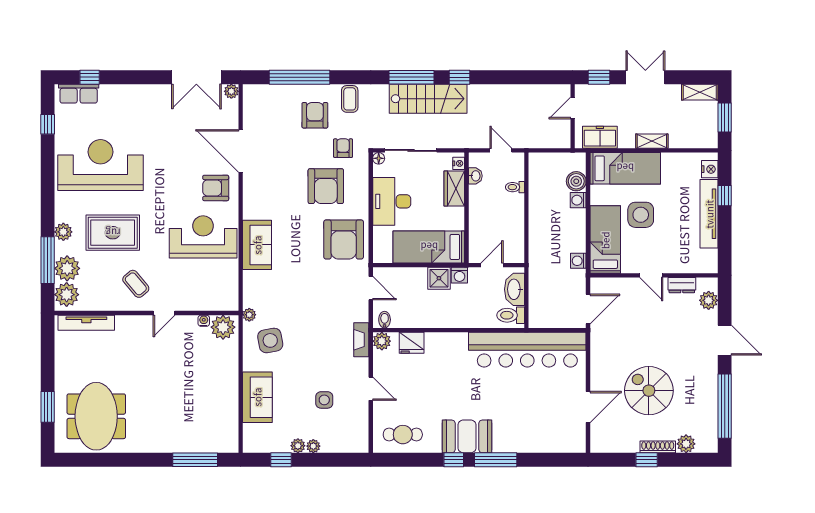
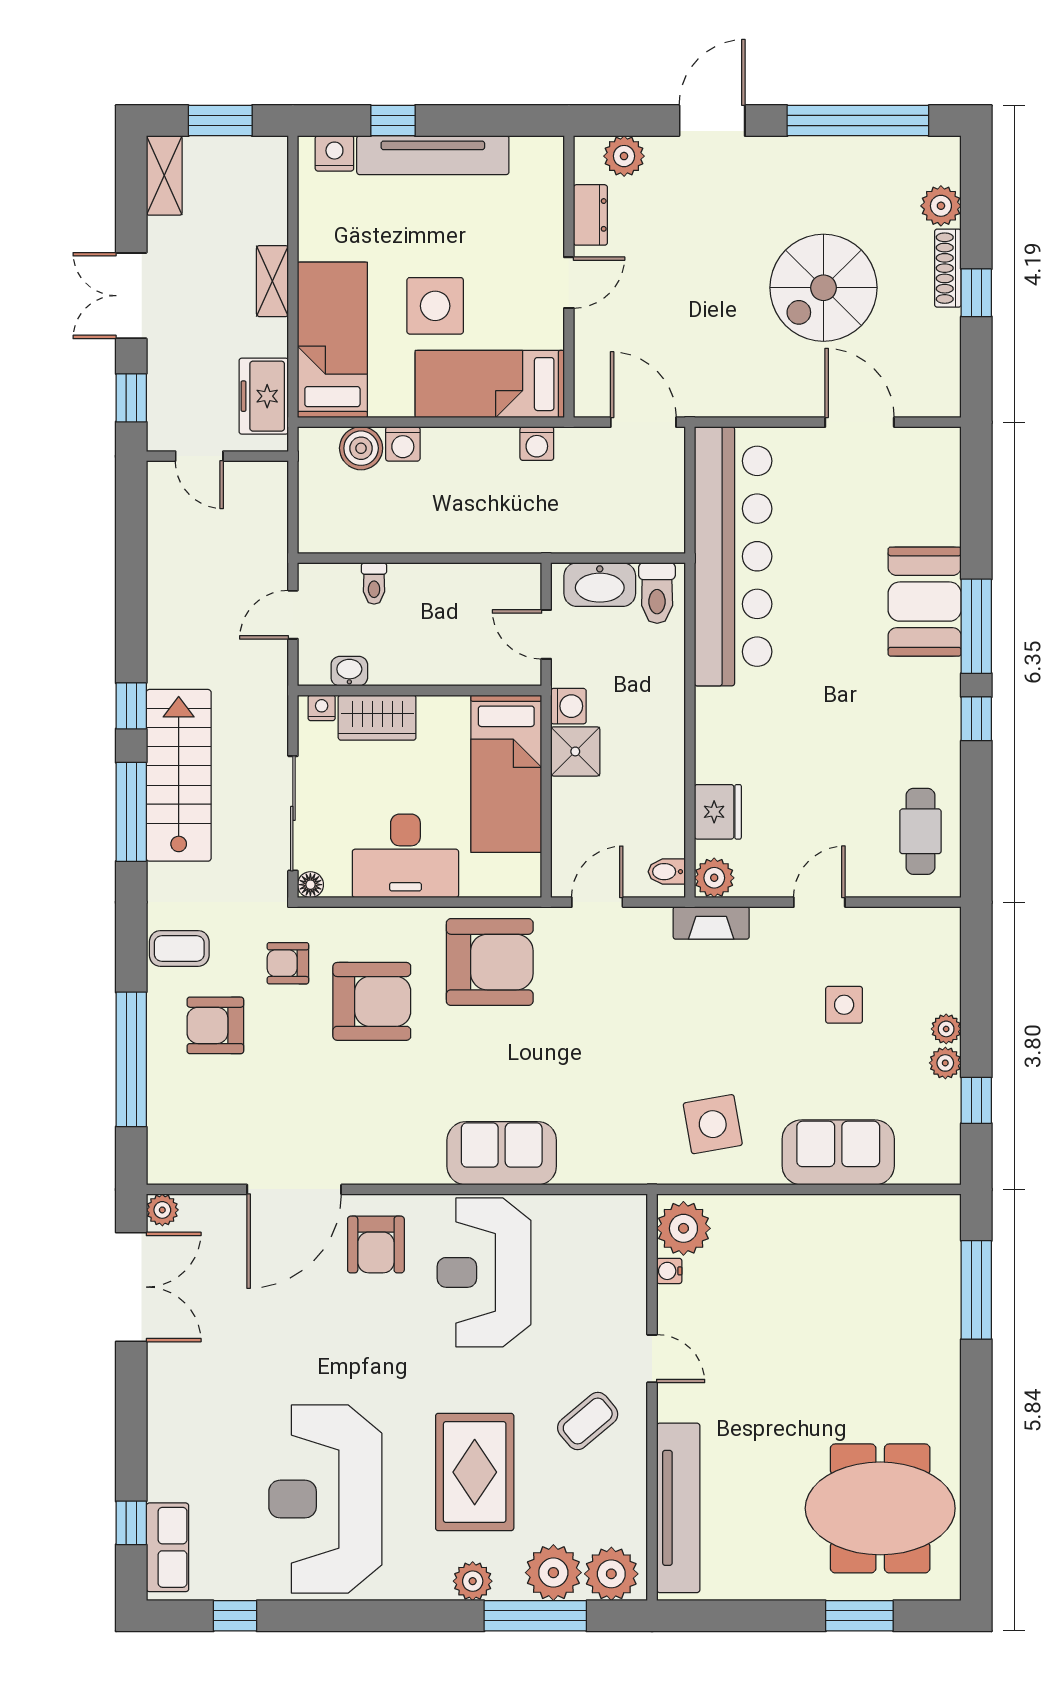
plant: (249, 315) -> (656, 1170), removed
tv unit: (86, 323) -> (678, 1508), width x1.36, depth x1.29
booth: (467, 436) -> (925, 602), moved

